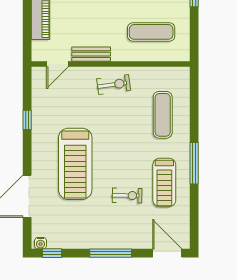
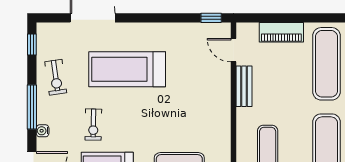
exercise bike: (114, 84) -> (56, 77), moved
window: (27, 120) -> (211, 18), moved
water cooler: (41, 243) -> (43, 131), moved

